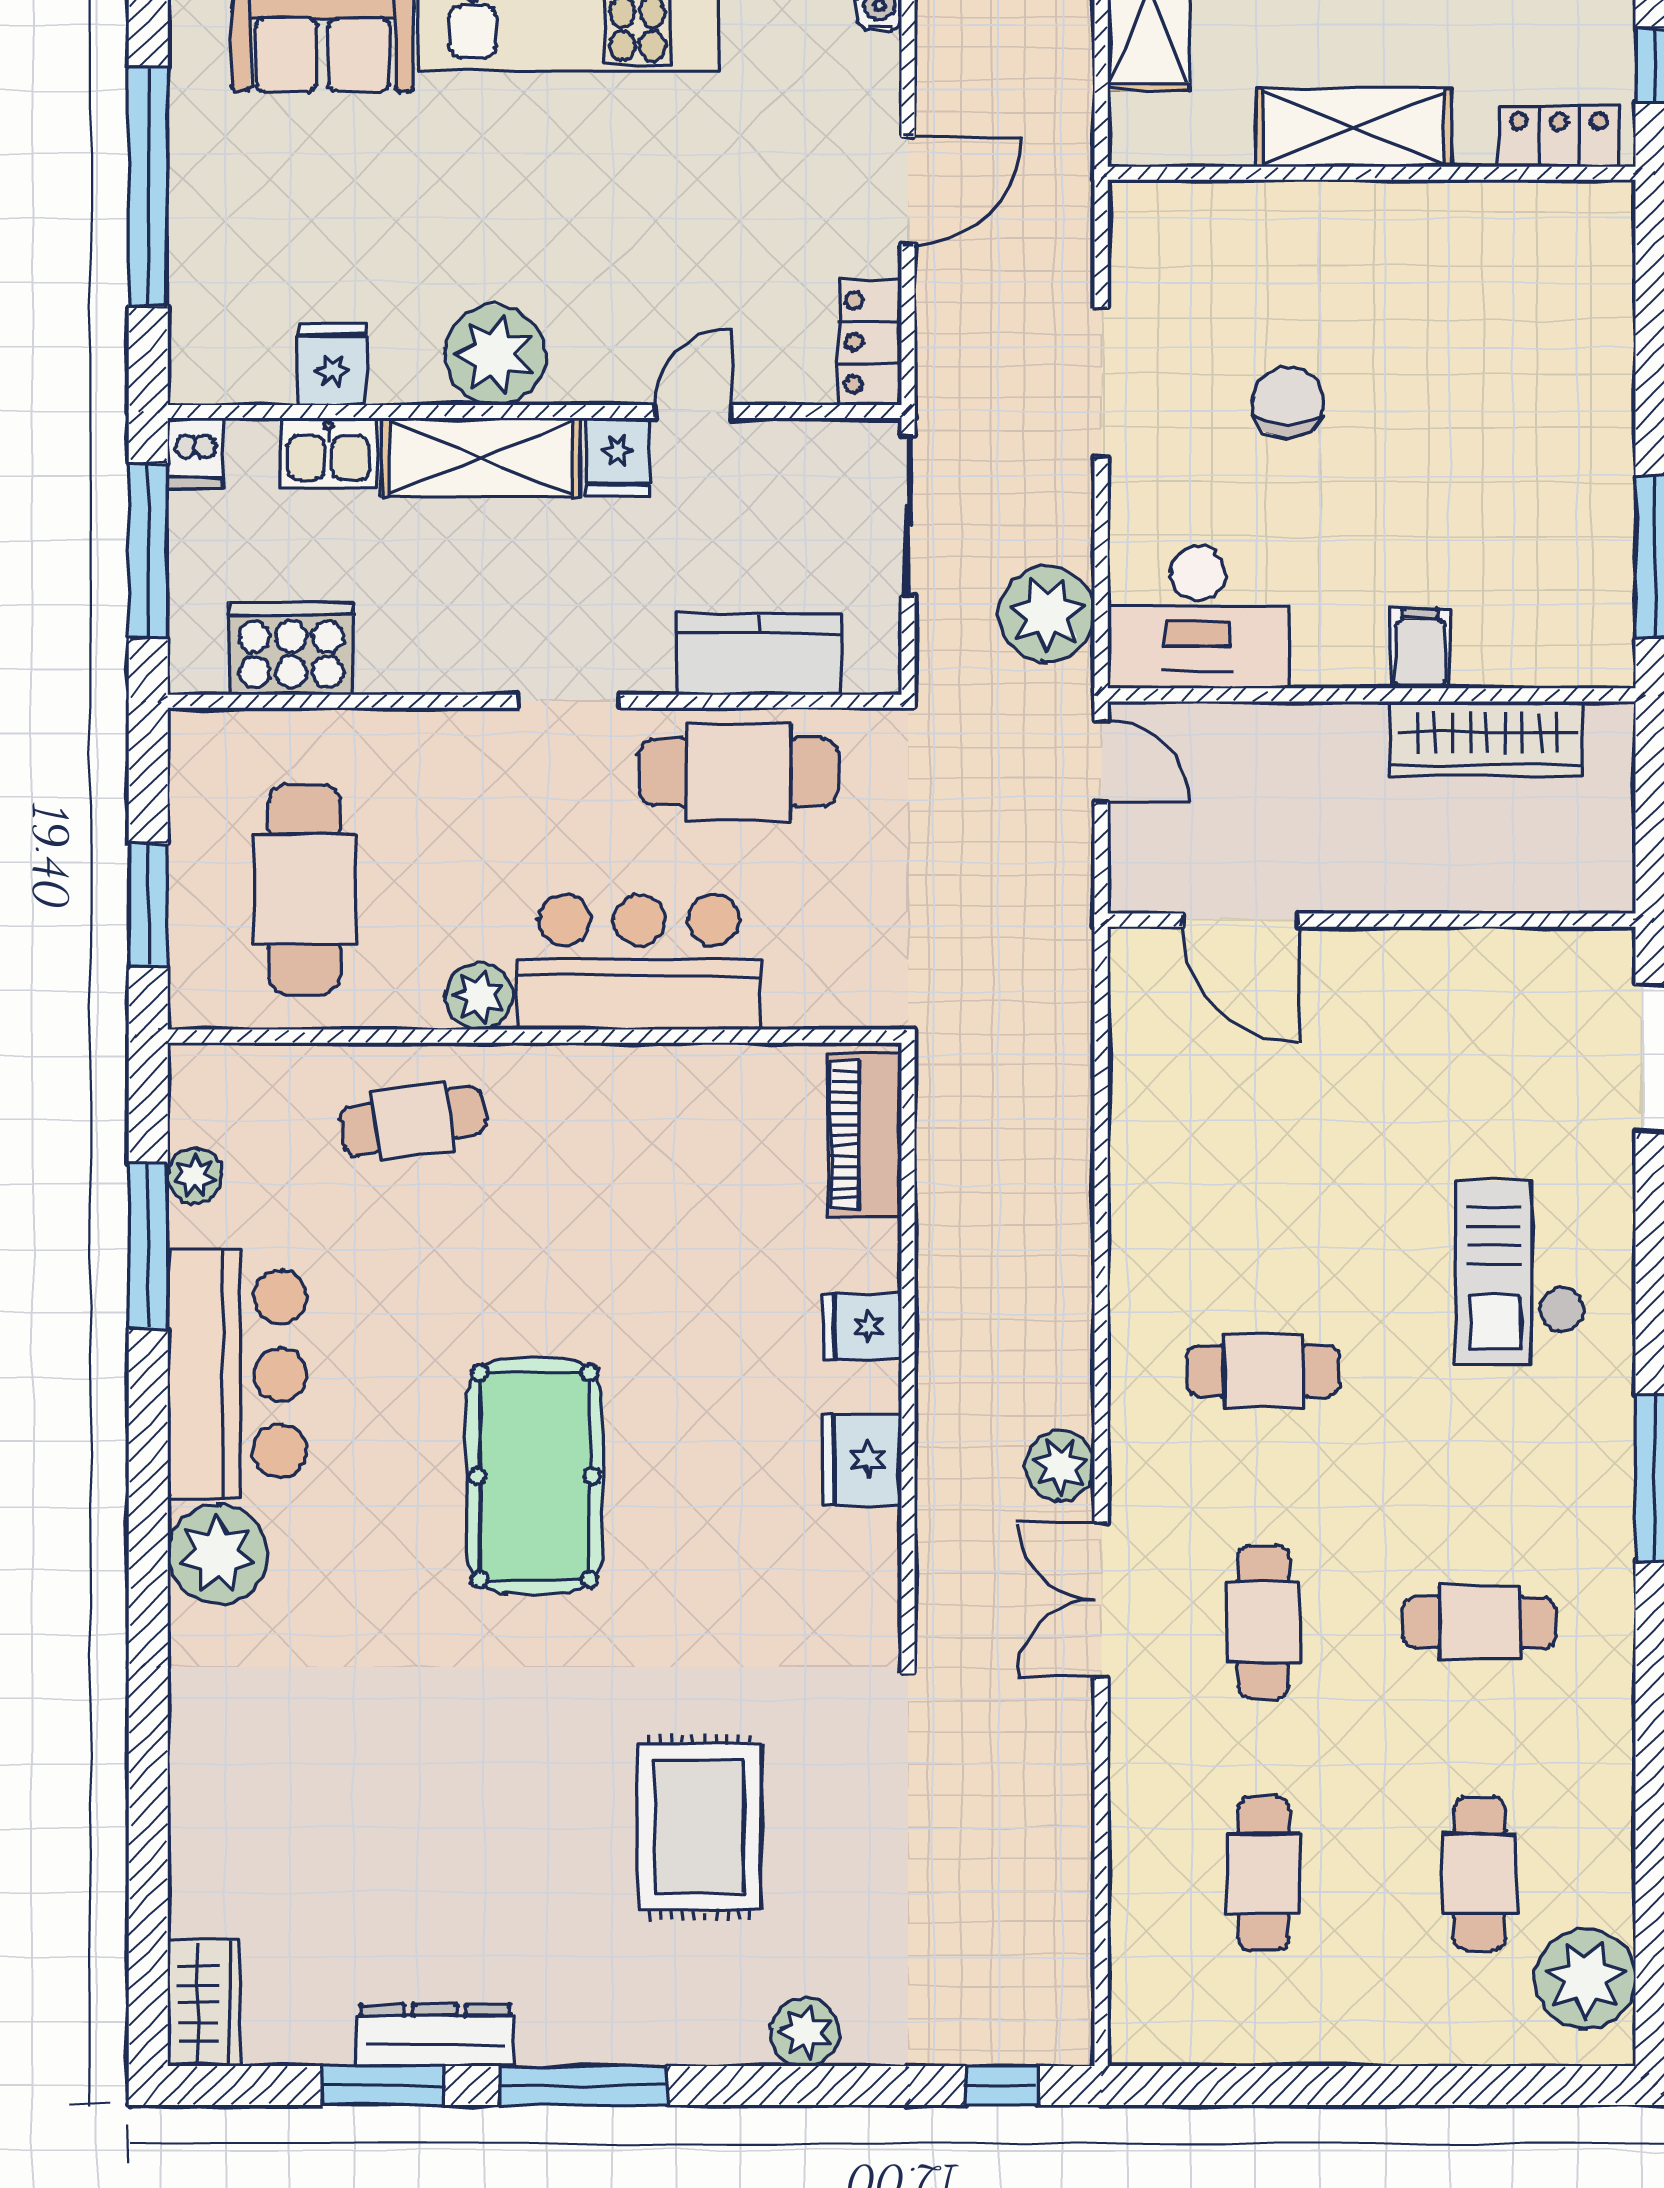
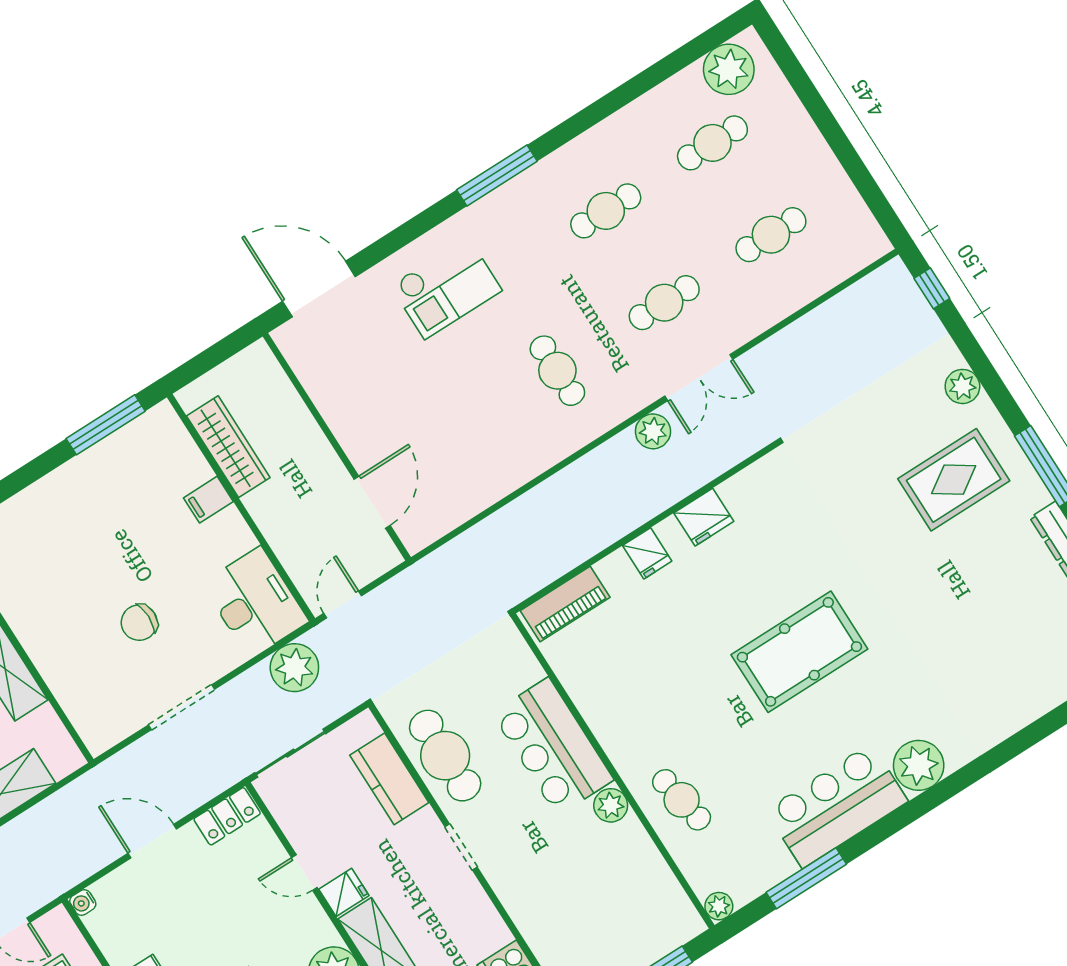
cafe table: (304, 889) -> (612, 908), removed
plant: (195, 1176) -> (719, 906), moved
cafe table: (1480, 1622) -> (606, 211), turned 90
rug: (699, 1827) -> (954, 480), moved

